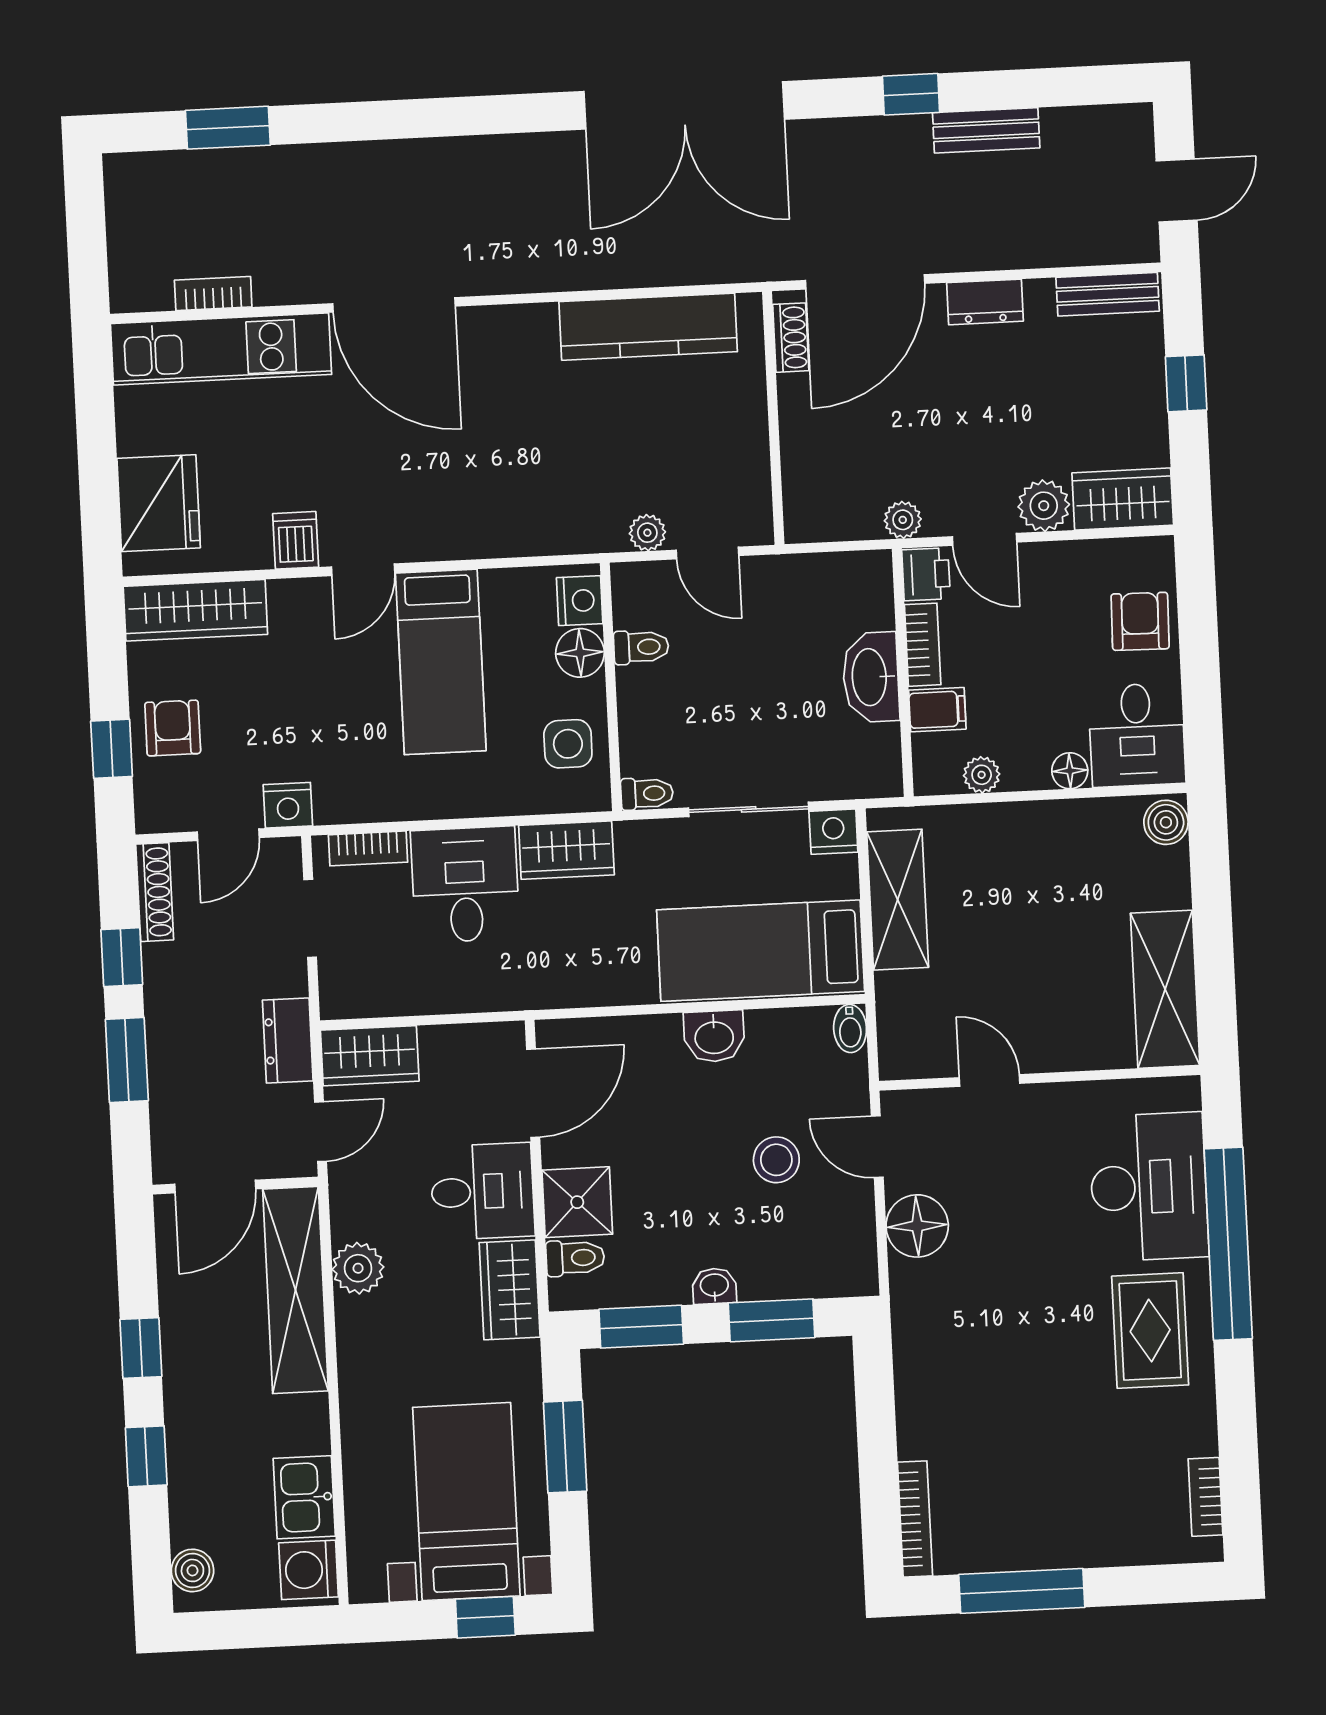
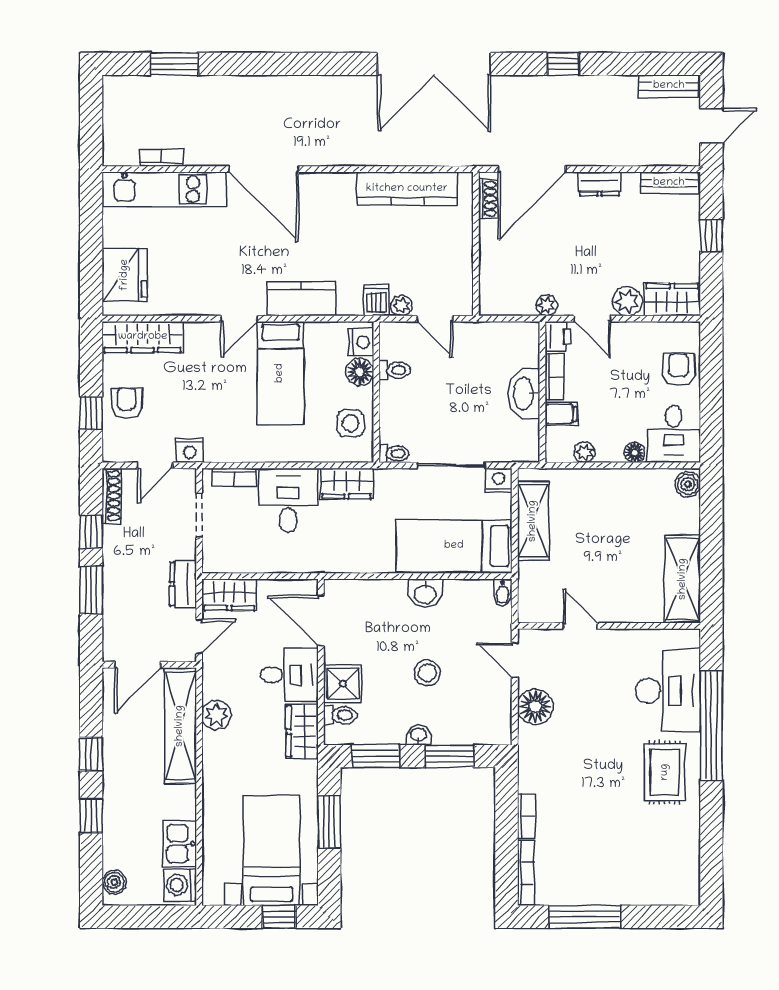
bench: (986, 130) -> (669, 86), moved
kitchen counter: (471, 530) -> (301, 299), added
dishwasher: (296, 540) -> (376, 300), moved
door: (533, 1093) -> (321, 621), swing flipped
stool: (776, 1160) -> (427, 673), moved
bookcase: (1206, 1497) -> (526, 816), moved, turned 180

